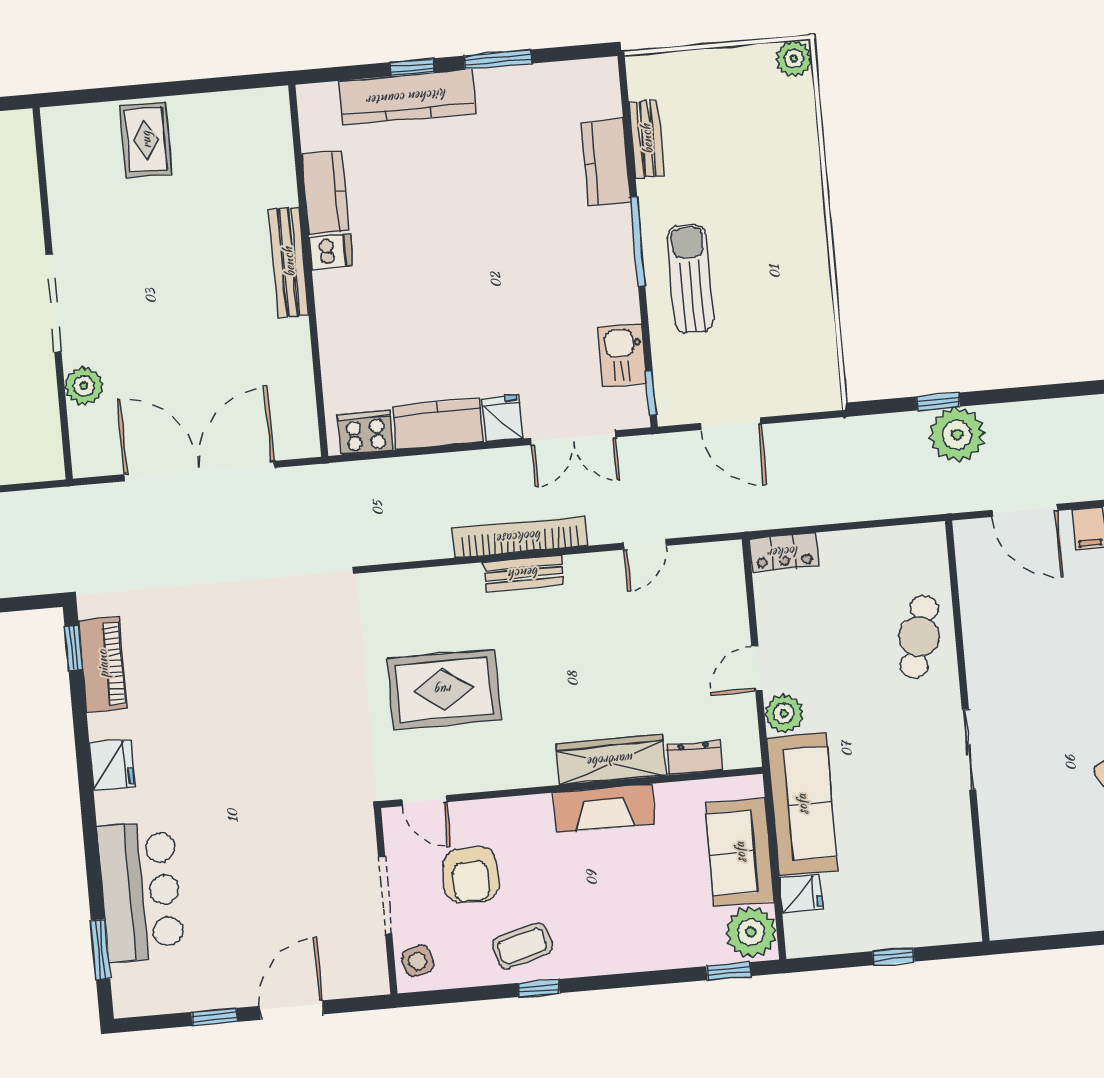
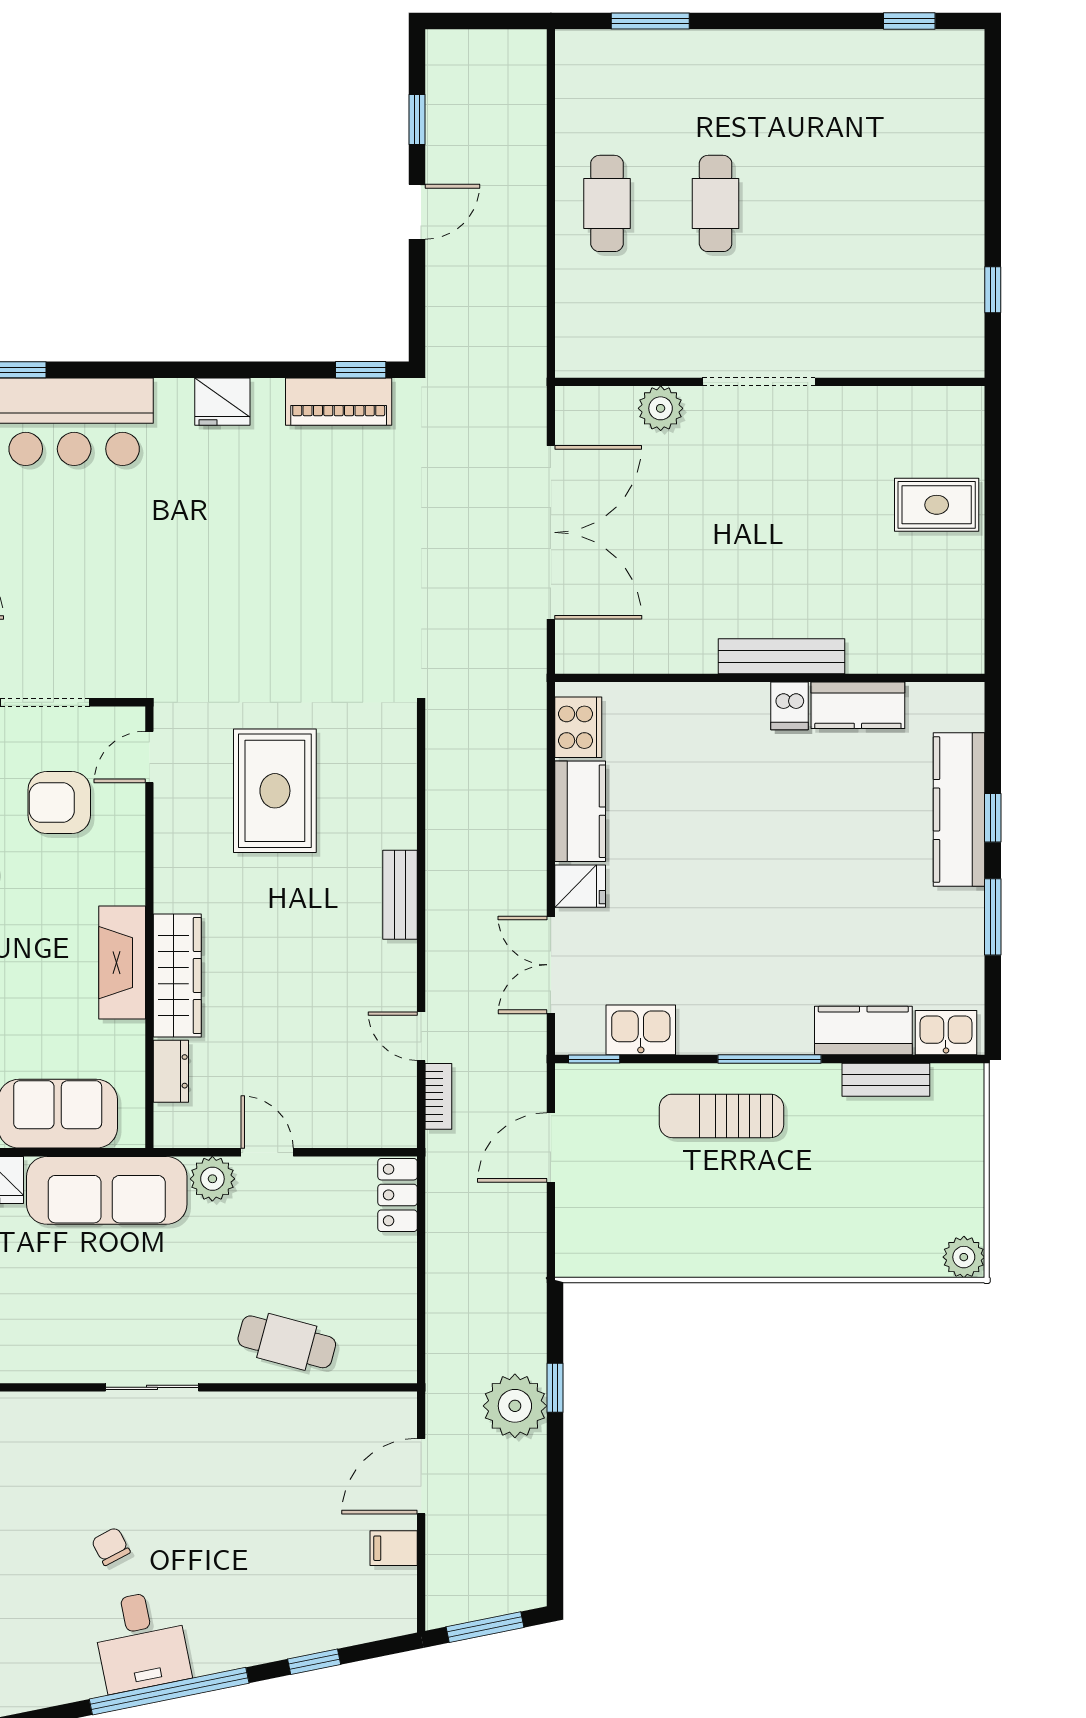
kitchen sink: (601, 91) -> (946, 1033), added
sun lounger: (690, 279) -> (721, 1116), turned 180
bookcase: (520, 537) -> (438, 1096), moved, width x0.43, depth x0.76

